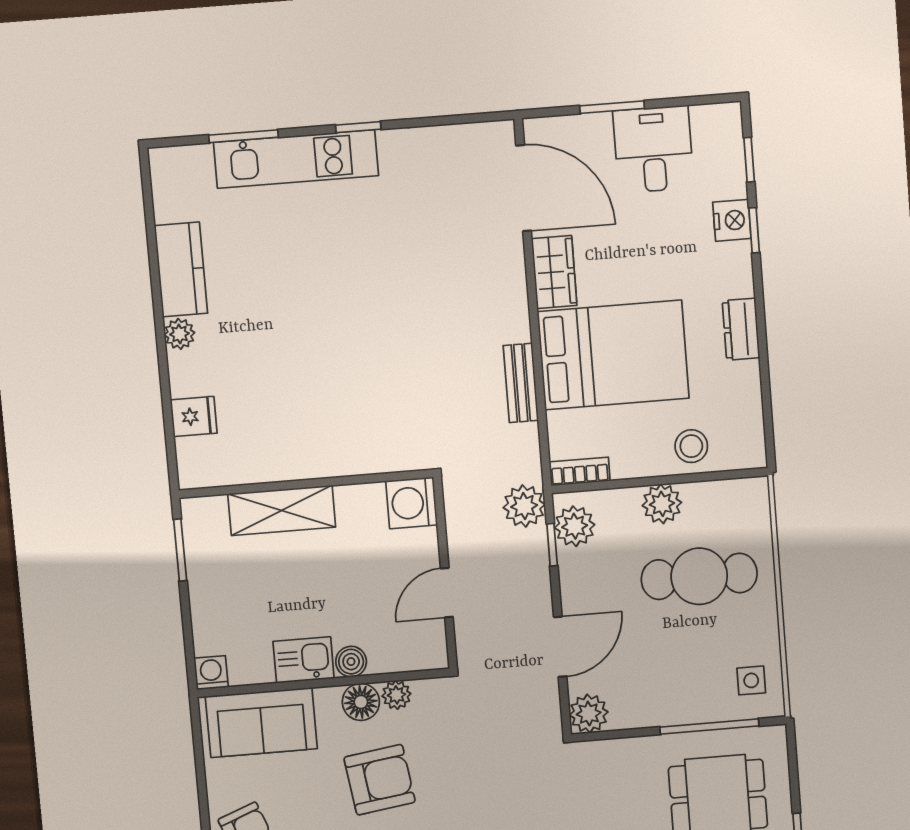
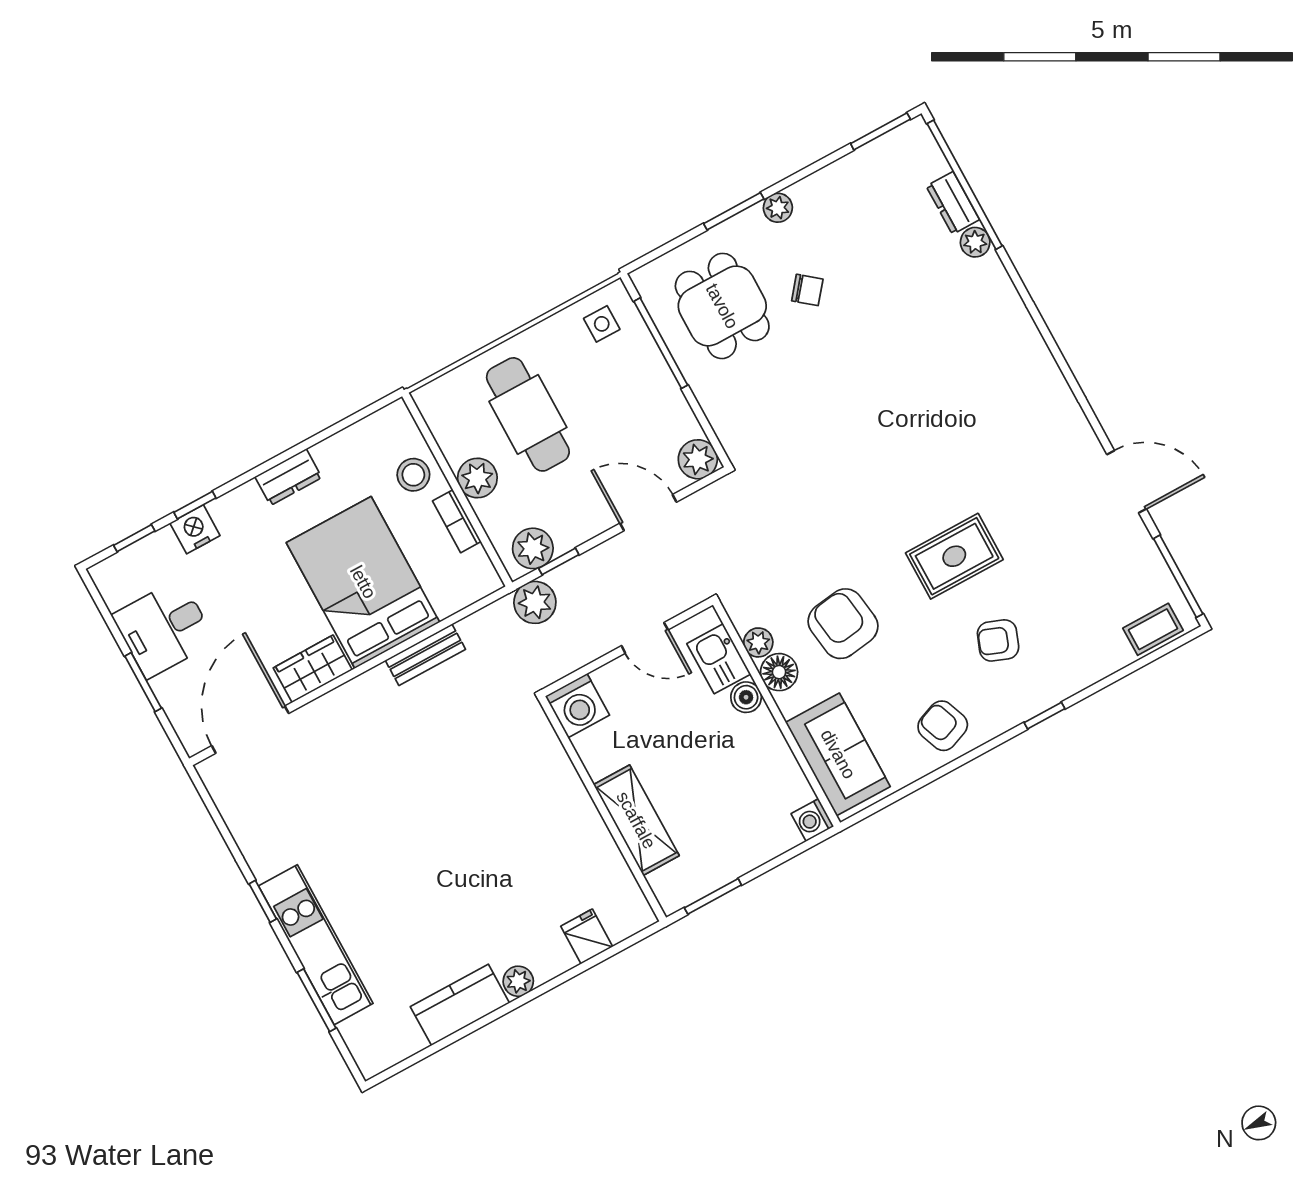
bookcase: (580, 471) -> (457, 521), moved
kitchen sink: (304, 660) -> (719, 659), moved

